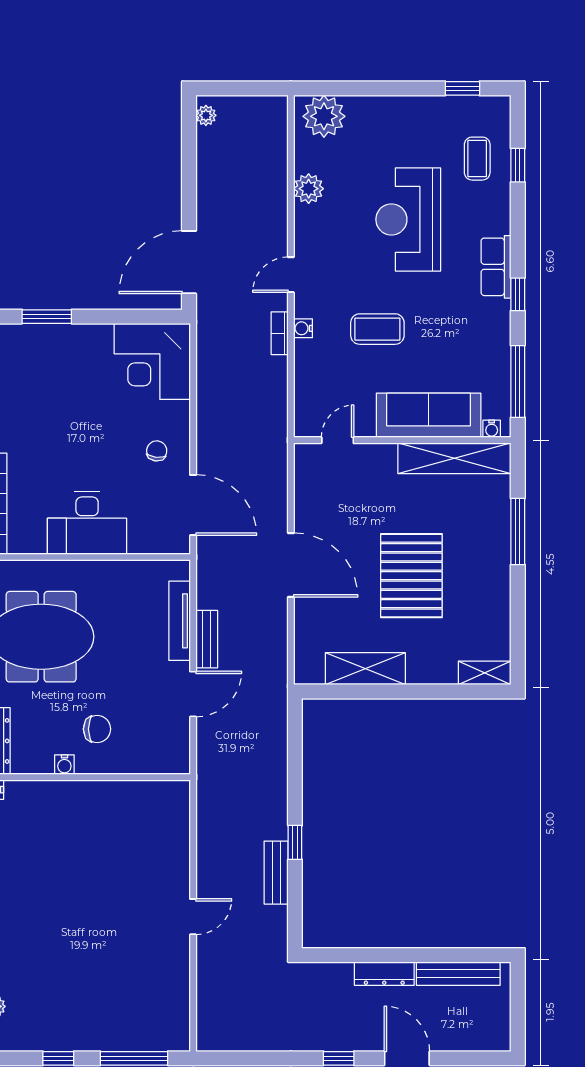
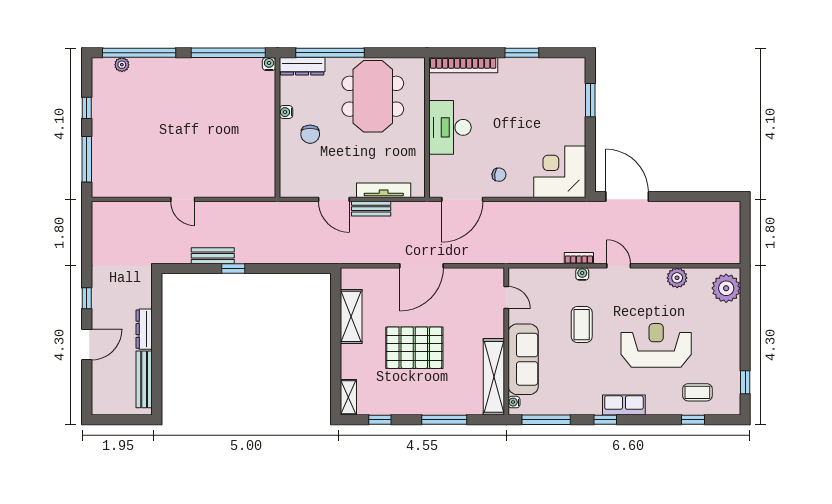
plant: (206, 115) -> (727, 208), removed
window: (518, 626) -> (380, 420), added

